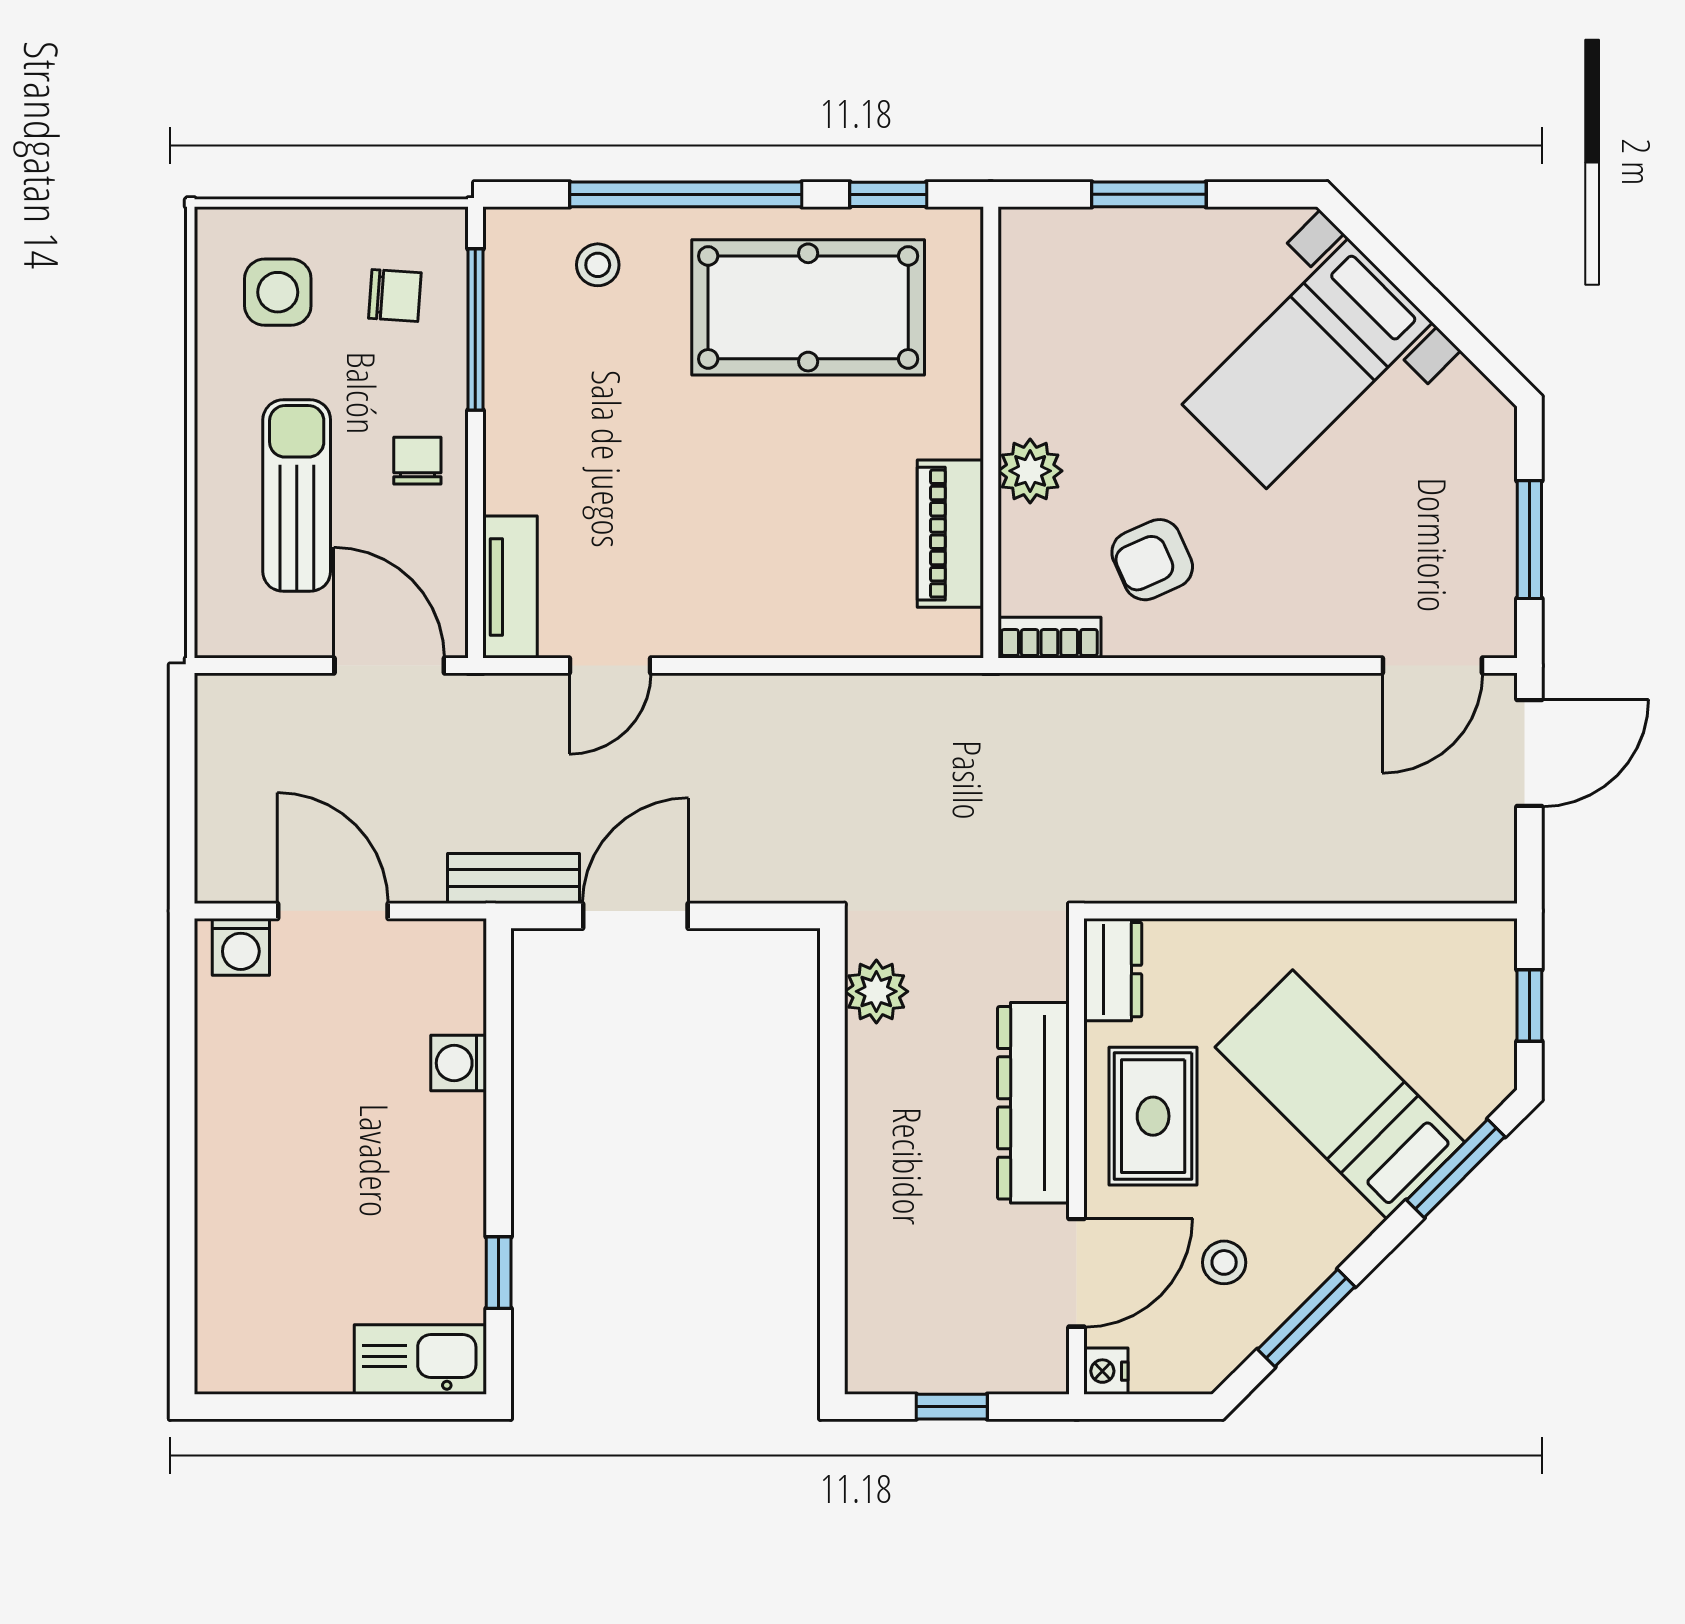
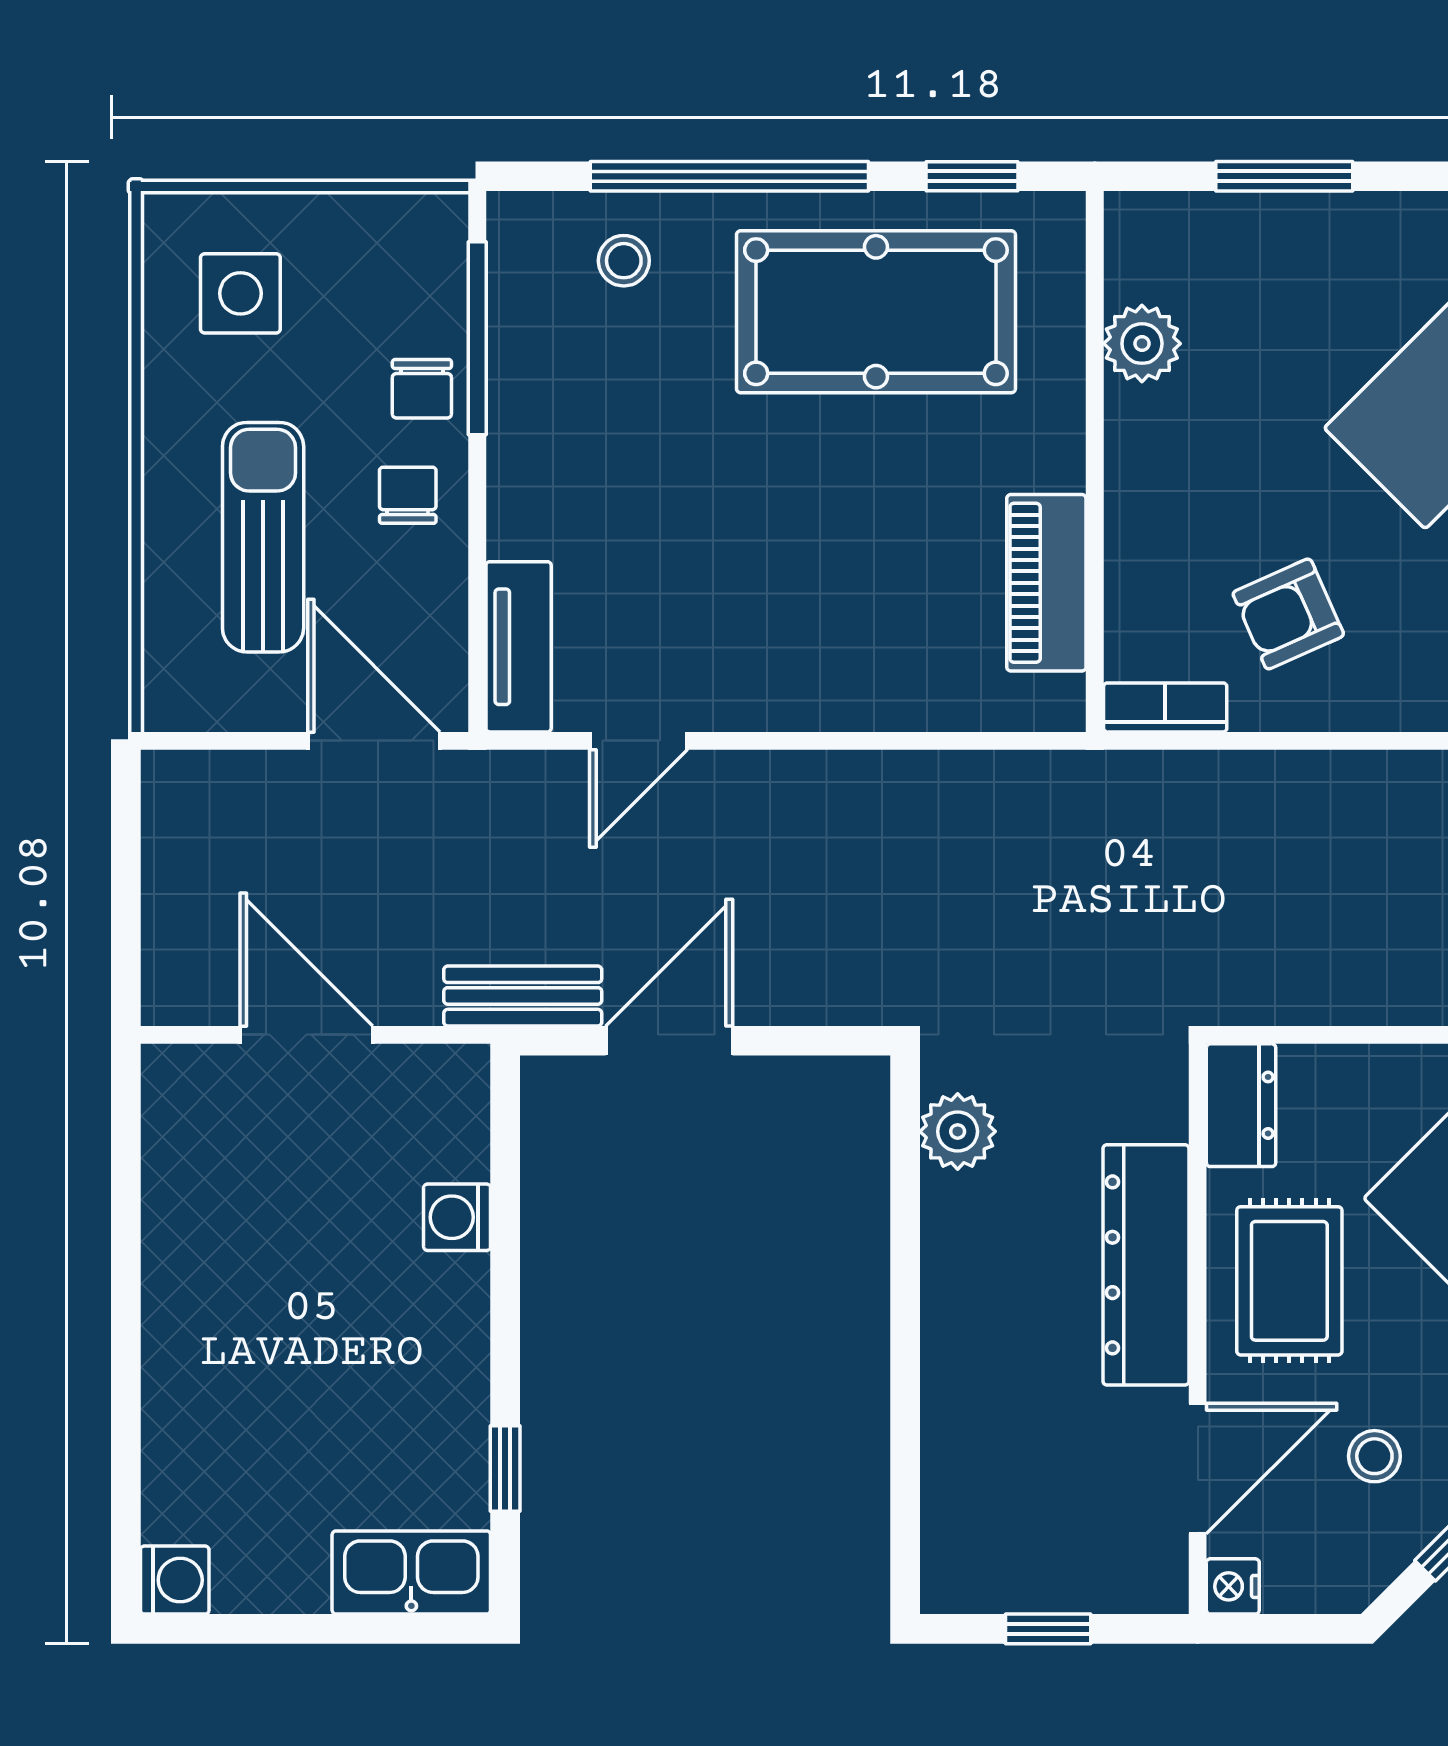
chair: (395, 295) -> (422, 389), moved, turned 86
plant: (1030, 471) -> (1142, 344), moved
washing machine: (241, 947) -> (175, 1580), moved, turned -90

